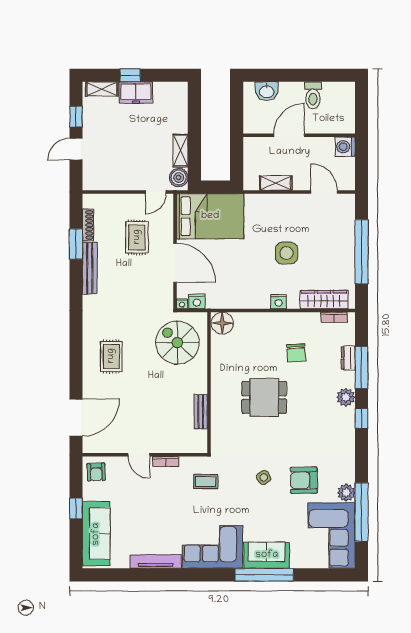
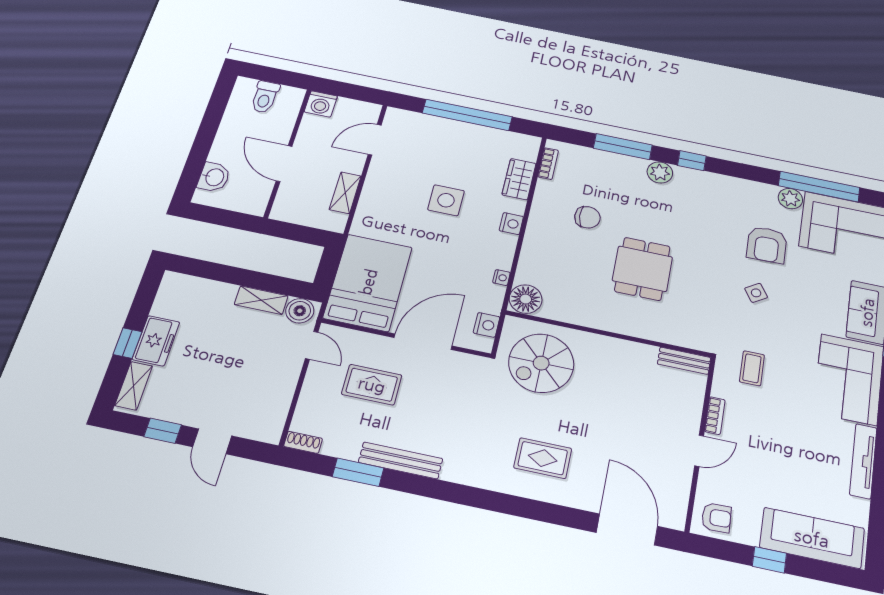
toilet: (313, 95) -> (265, 97), moved, turned 90
shoe rack: (88, 225) -> (303, 442), moved, width x0.70
wardrobe: (324, 300) -> (519, 179), width x0.67
nightstand: (182, 304) -> (501, 278), moved
dresser: (348, 358) -> (607, 159), removed
bench: (201, 412) -> (684, 361), moved

